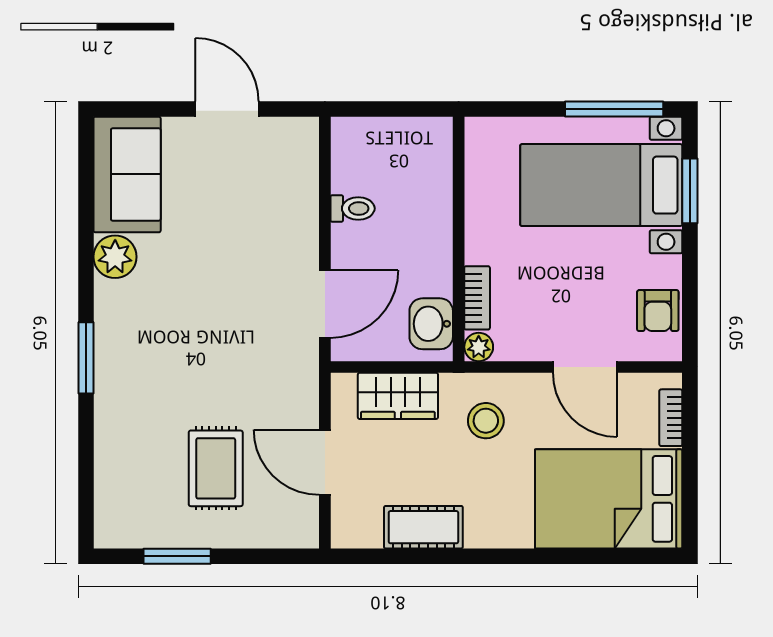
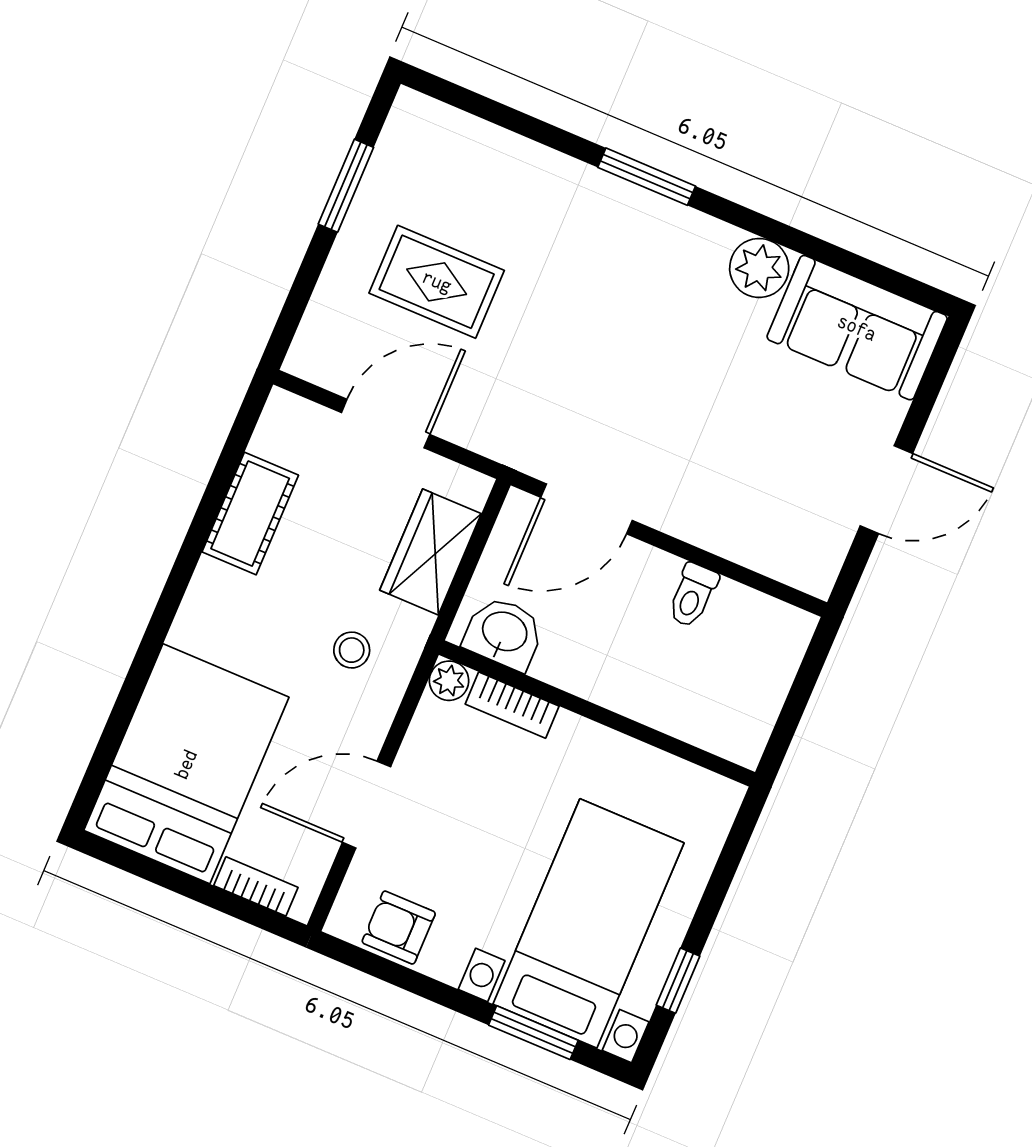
window: (614, 109) -> (678, 981), width x0.46
door: (325, 304) -> (586, 509), hinge flipped
stool: (486, 421) -> (352, 650), width x0.73, depth x0.73

